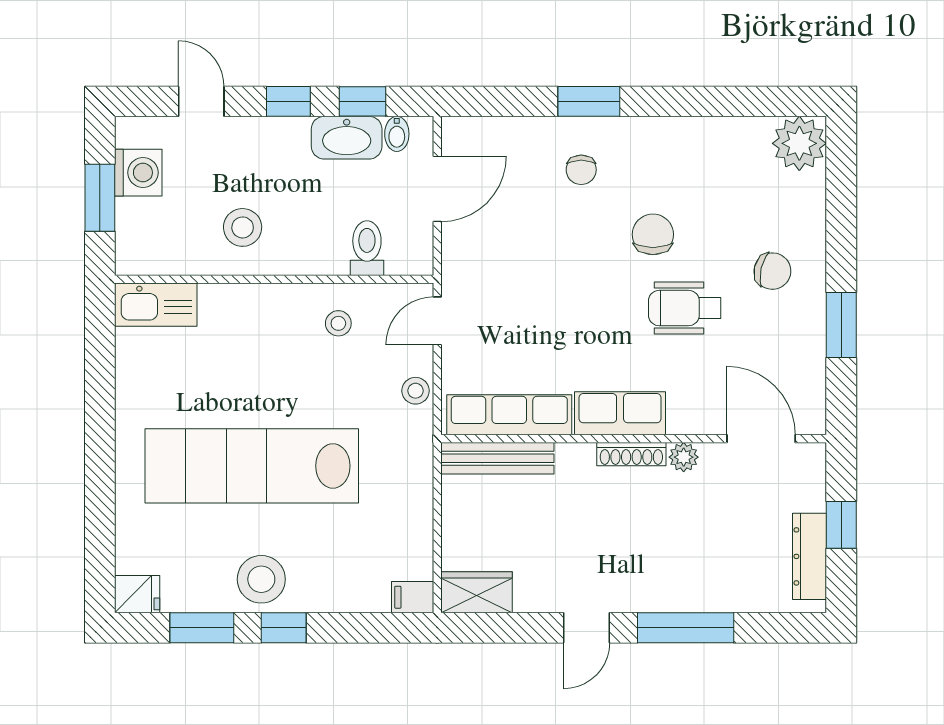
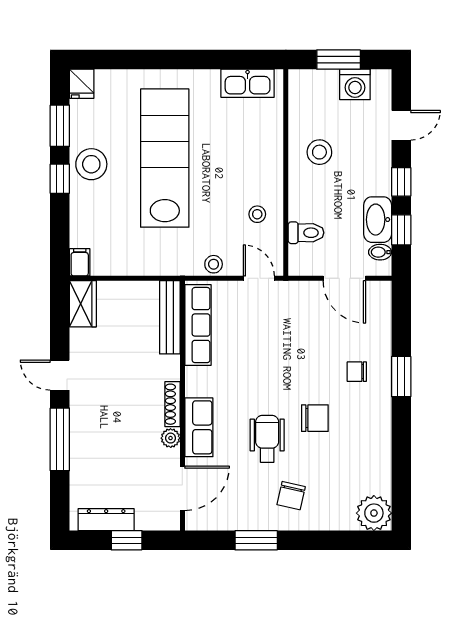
kitchen sink: (156, 305) -> (248, 83), moved, turned -90
row of seats: (620, 413) -> (199, 427), moved

